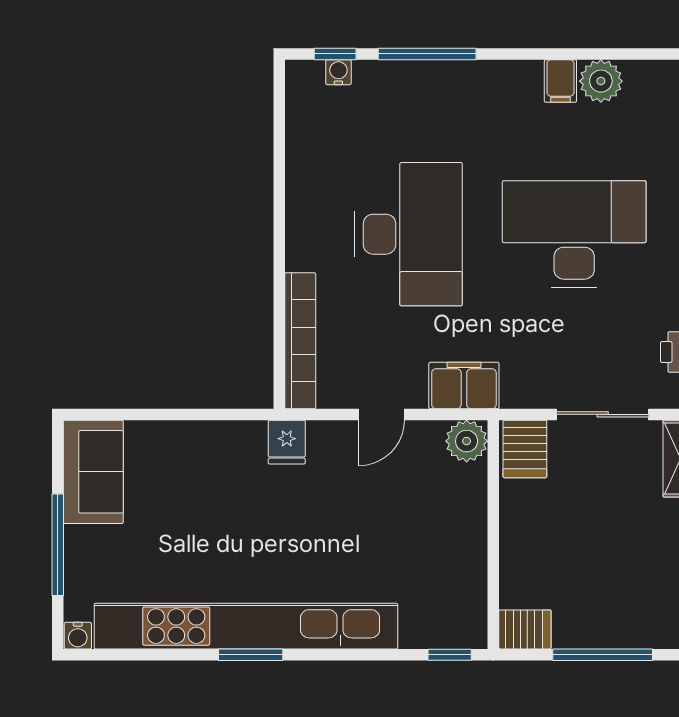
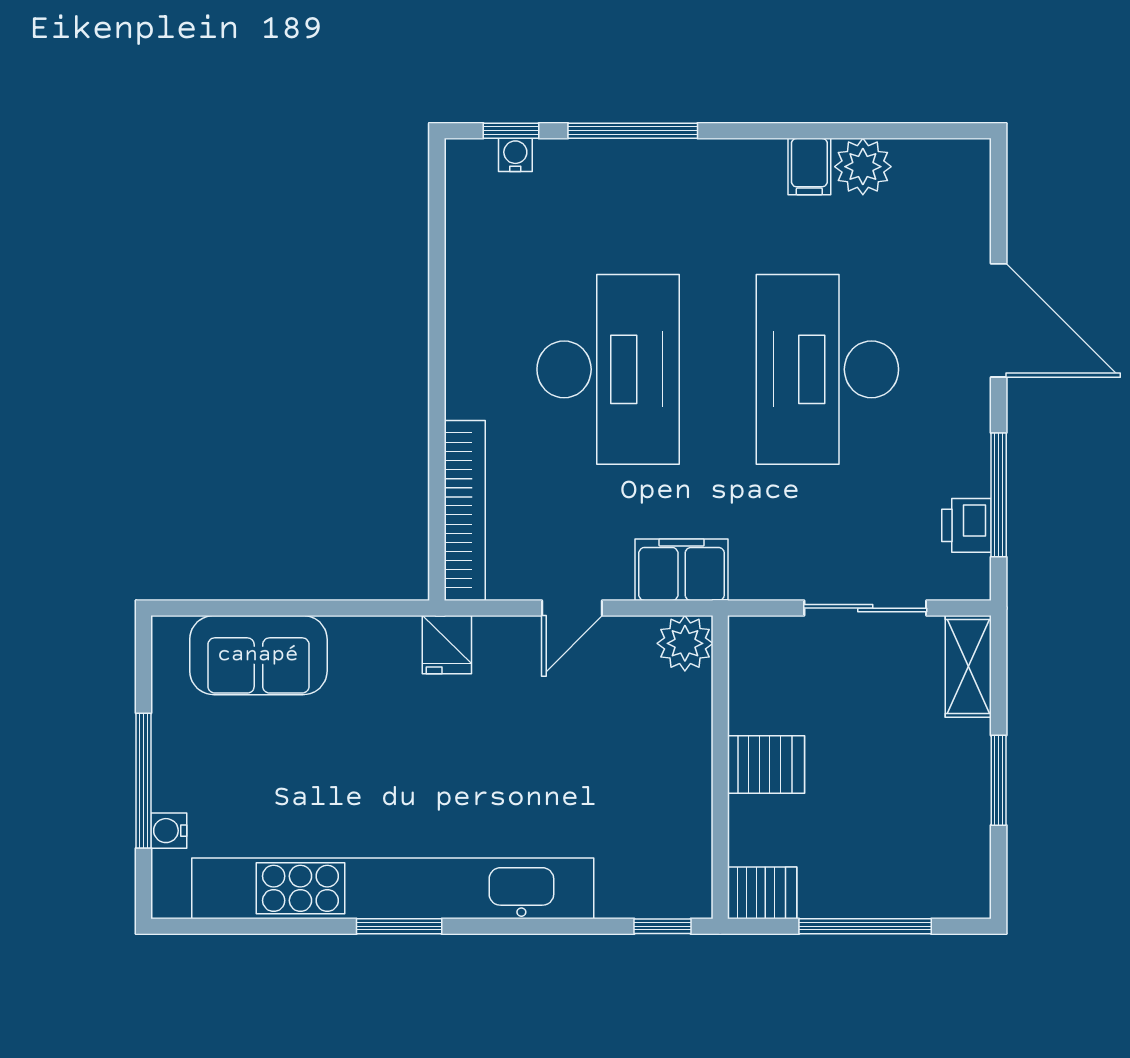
desk: (574, 234) -> (827, 369), turned -90
server rack: (525, 449) -> (766, 764), moved, turned -90
sofa: (93, 472) -> (258, 655), moved, turned 90
water cooler: (78, 636) -> (169, 831), moved, turned 90

